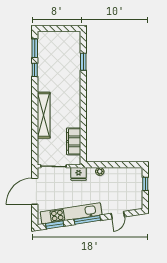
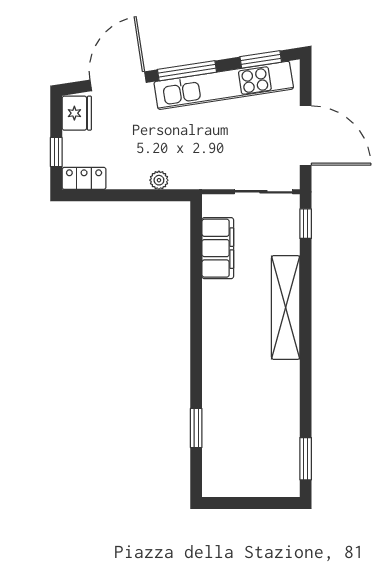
window: (35, 70) -> (306, 224), moved
locker: (133, 172) -> (84, 178), added
fridge: (79, 174) -> (77, 113), moved, turned 90
door: (35, 191) -> (306, 136), hinge flipped
door: (118, 215) -> (118, 81), width x1.88

